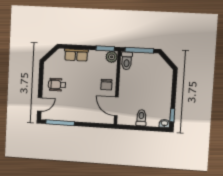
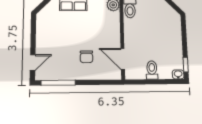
wheelchair: (57, 85) -> (53, 39), removed
chair: (106, 85) -> (86, 57), moved

